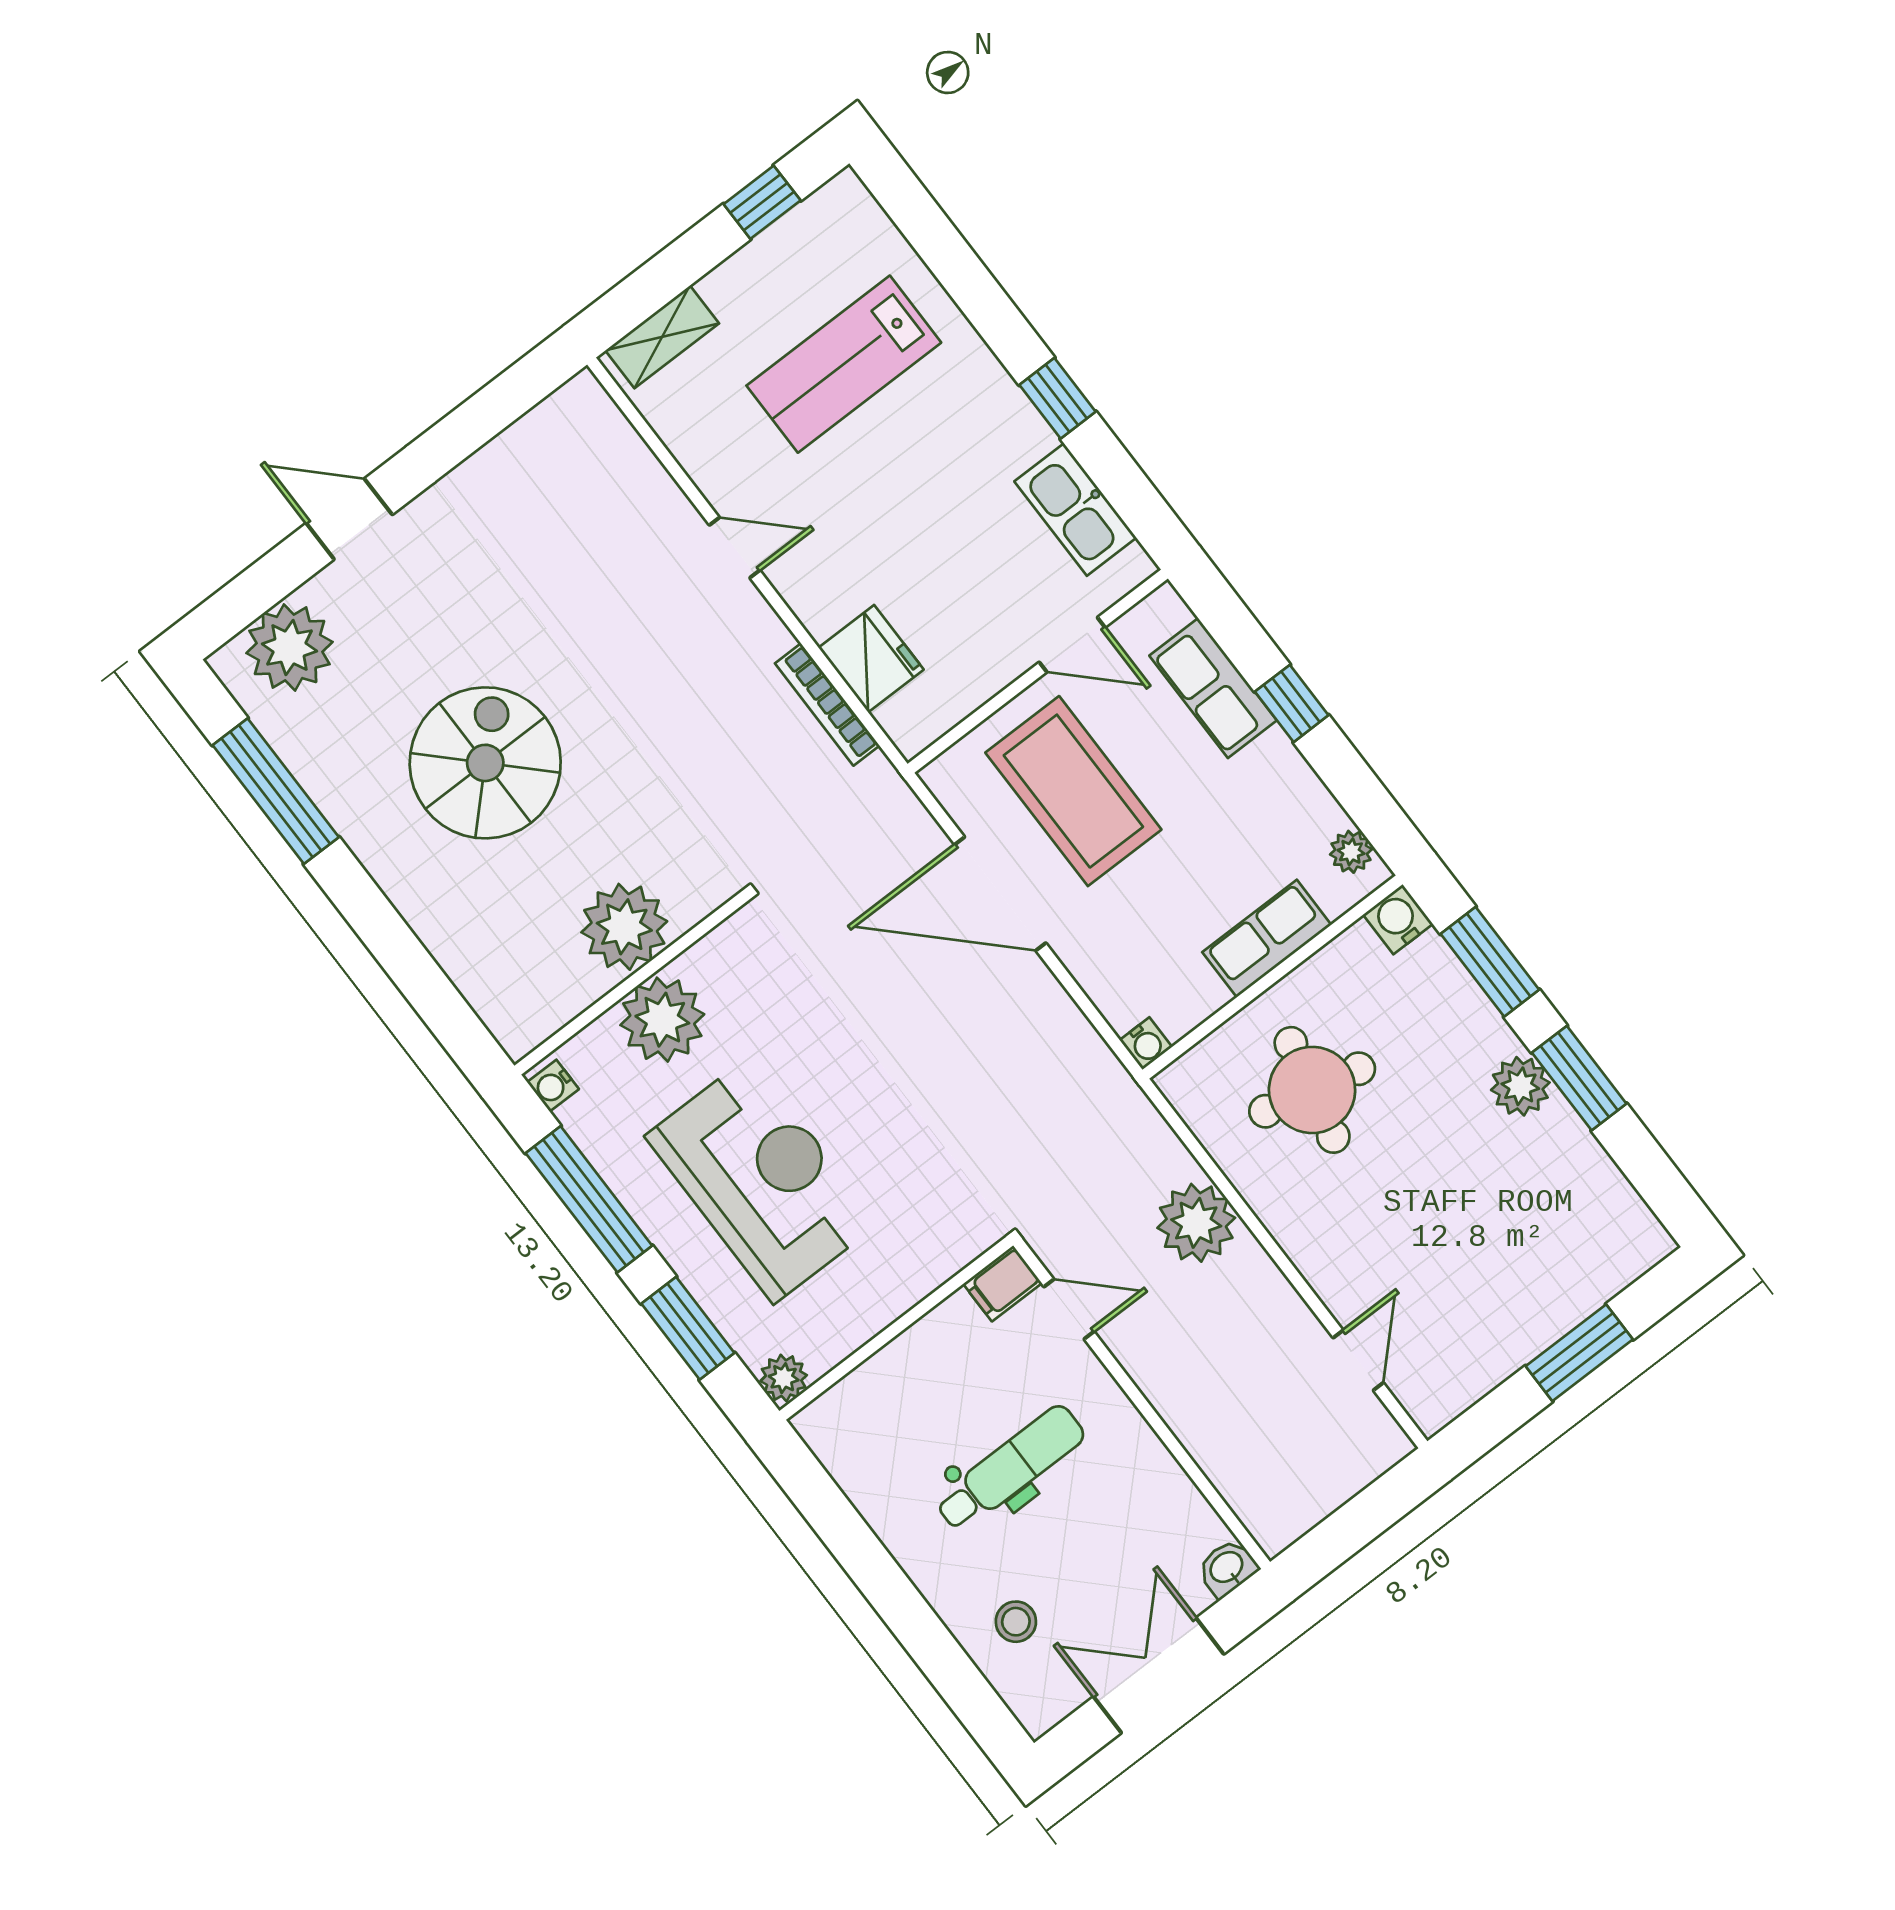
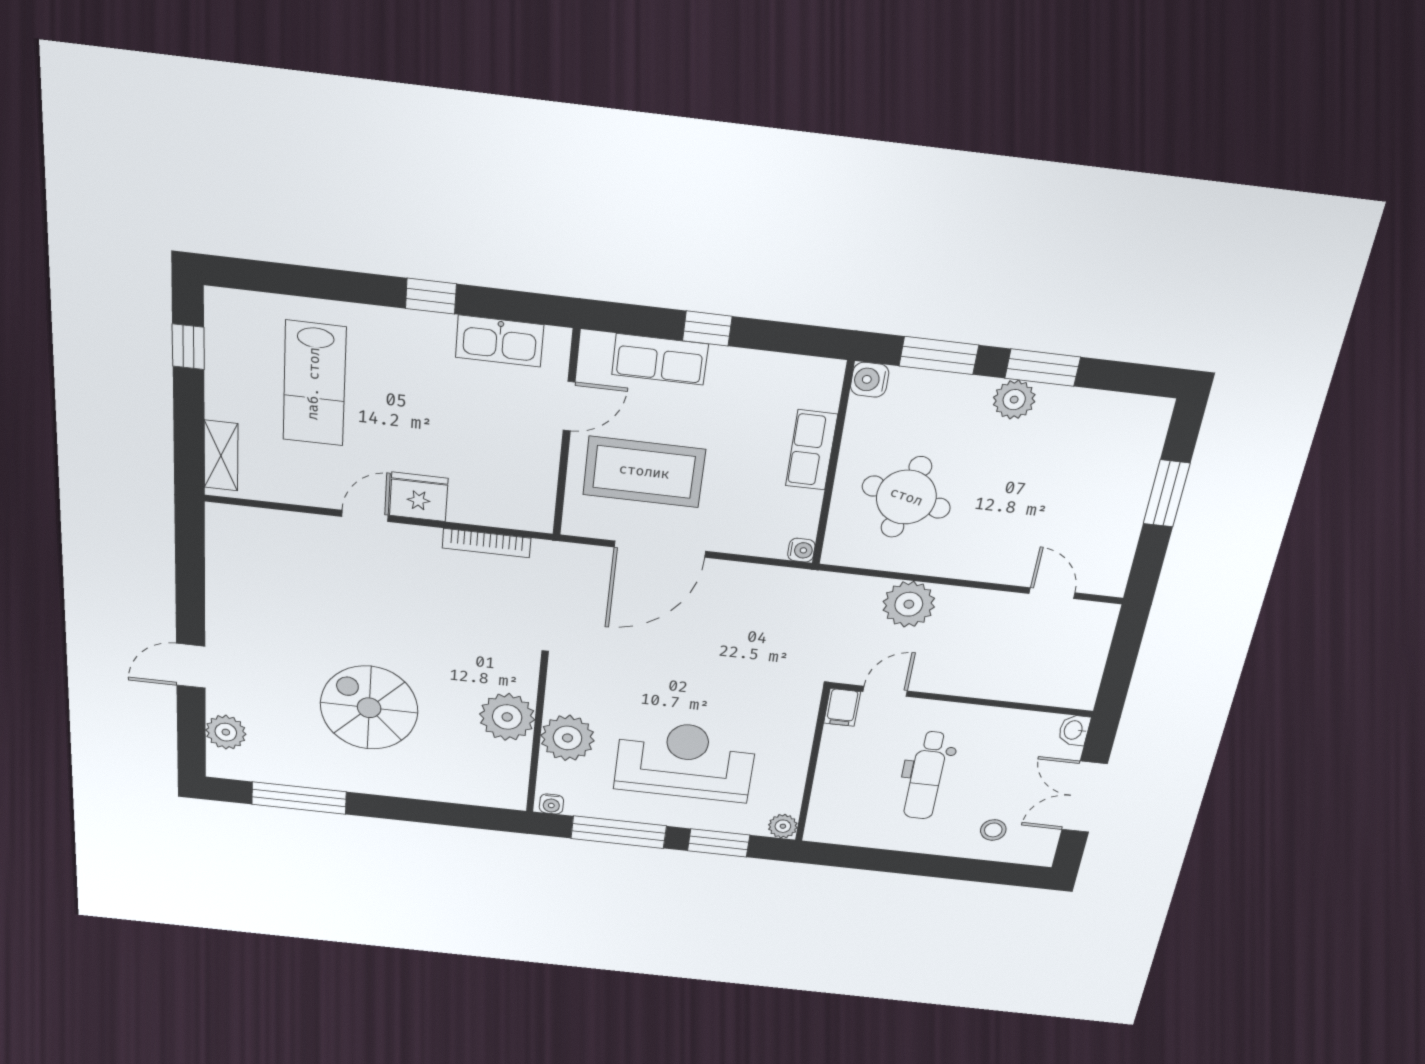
plant: (290, 647) -> (226, 732), width x0.73, depth x0.73
fridge: (871, 659) -> (419, 497), moved
plant: (1351, 852) -> (812, 370), removed
dental chair: (1010, 1468) -> (926, 775), turned 180

